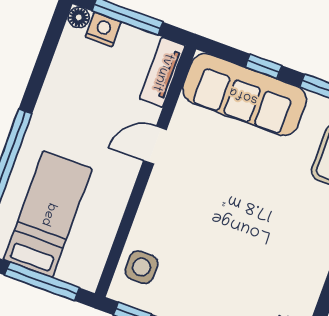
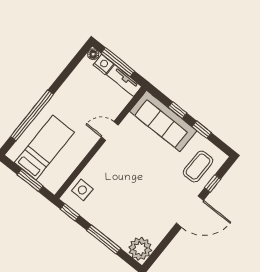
tv unit: (162, 72) -> (124, 81), moved, turned -90
window: (42, 281) -> (30, 180), width x0.69

